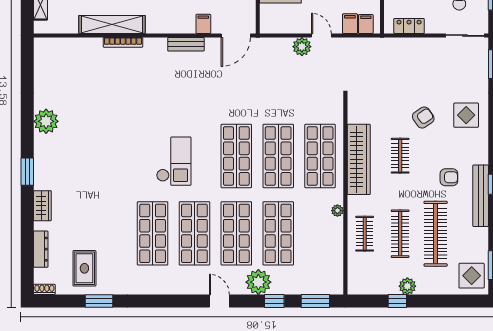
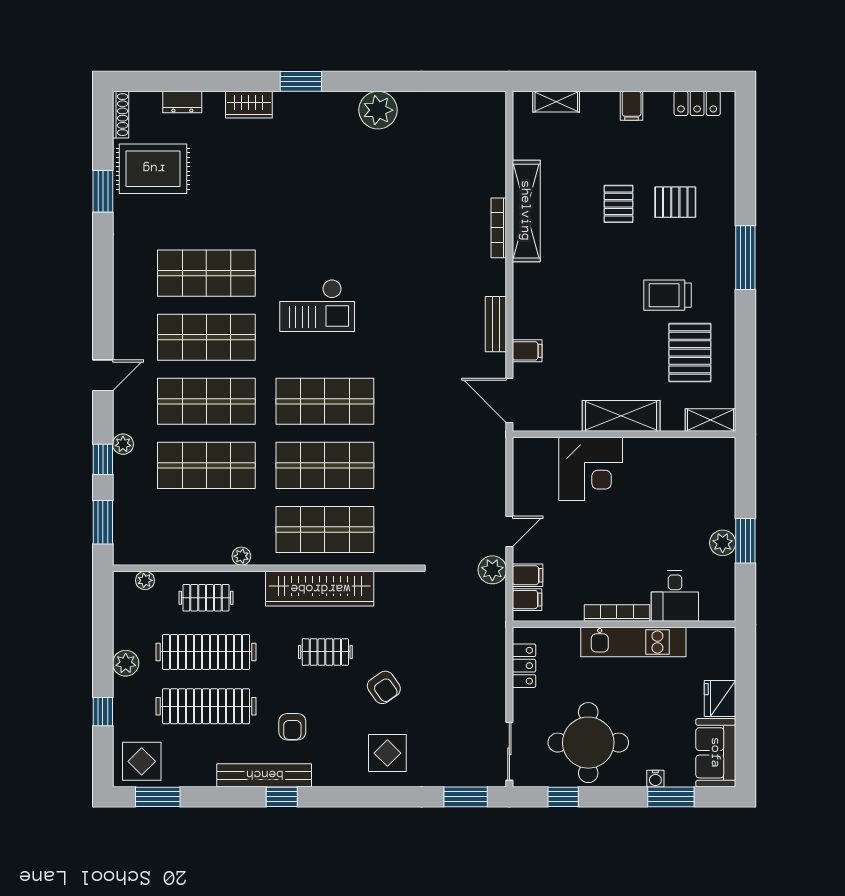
plant: (302, 47) -> (492, 570), moved
clothes rail: (400, 234) -> (206, 652), width x1.37, depth x1.31
dresser: (41, 249) -> (182, 102), width x0.70
rug: (84, 268) -> (153, 169), width x1.36, depth x1.43
plant: (353, 274) -> (145, 580), added
plant: (258, 282) -> (123, 444), width x0.53, depth x0.53
shoe rack: (44, 289) -> (121, 115), width x1.43
window: (397, 301) -> (103, 712), moved

